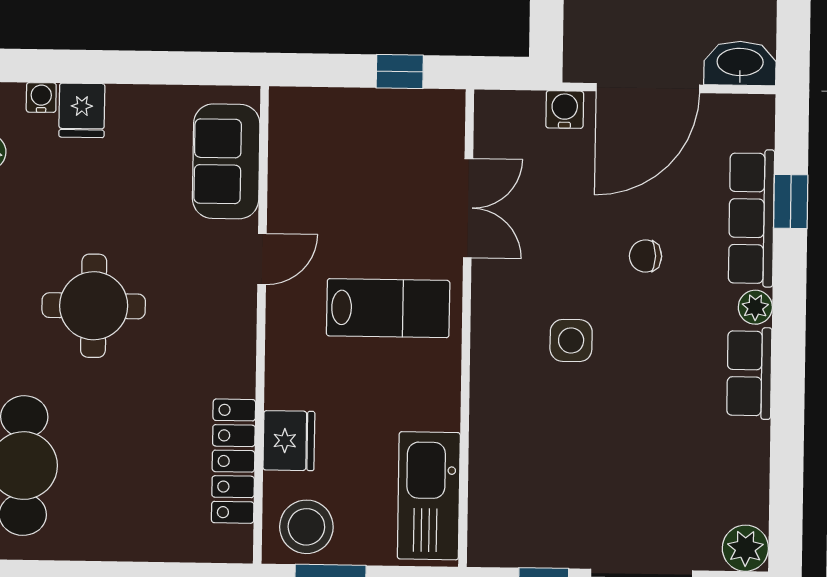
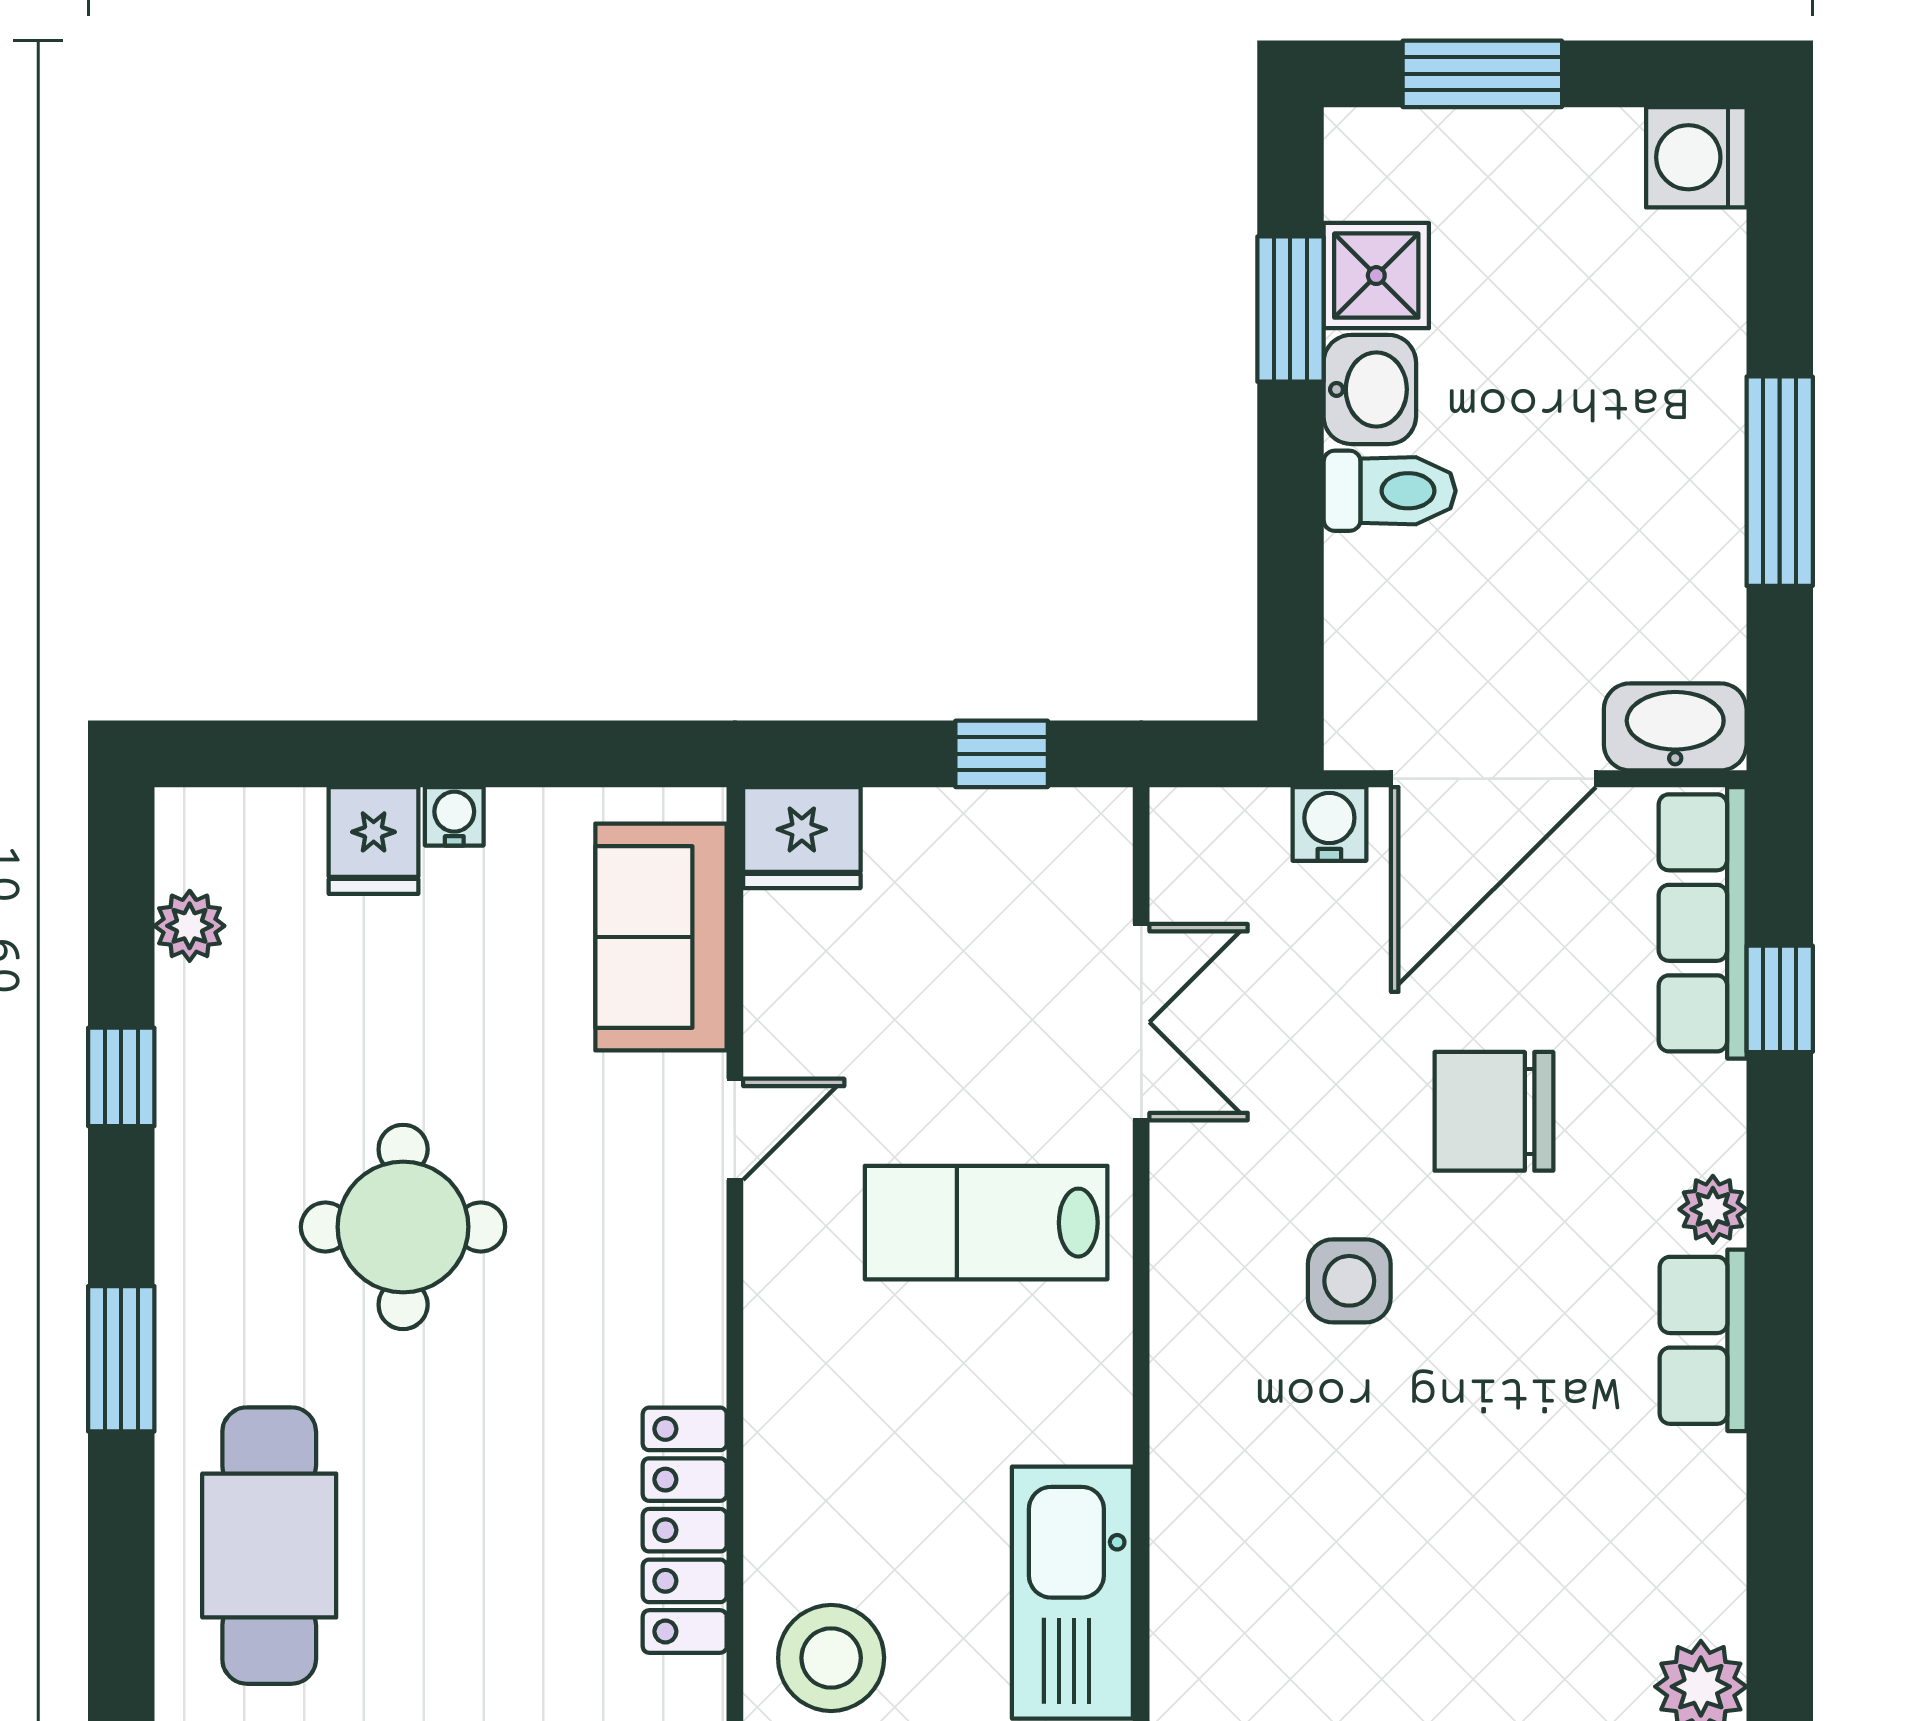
water cooler: (41, 97) -> (454, 816), moved
row of seats: (751, 218) -> (1703, 923), moved
chair: (645, 256) -> (1494, 1111), width x1.87, depth x1.87
lab bench: (388, 308) -> (986, 1223), turned 180
fridge: (289, 441) -> (802, 838), moved, turned 90

